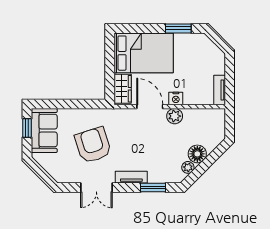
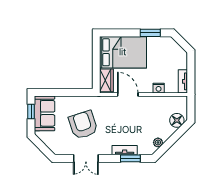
nightstand: (176, 98) -> (159, 88), moved
plant: (175, 116) -> (147, 102), removed
floor lamp: (197, 154) -> (177, 120), moved
tv unit: (131, 177) -> (125, 150), moved

